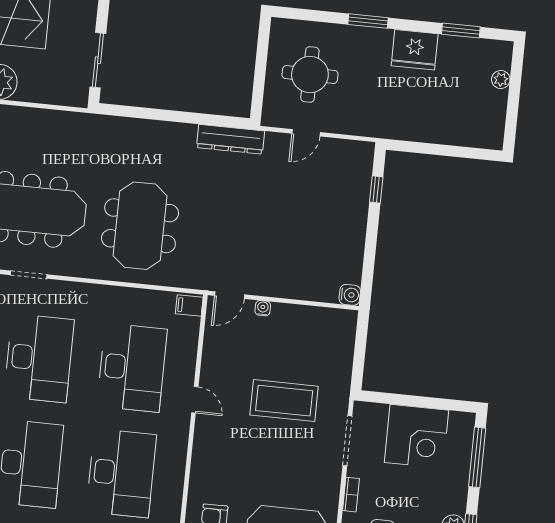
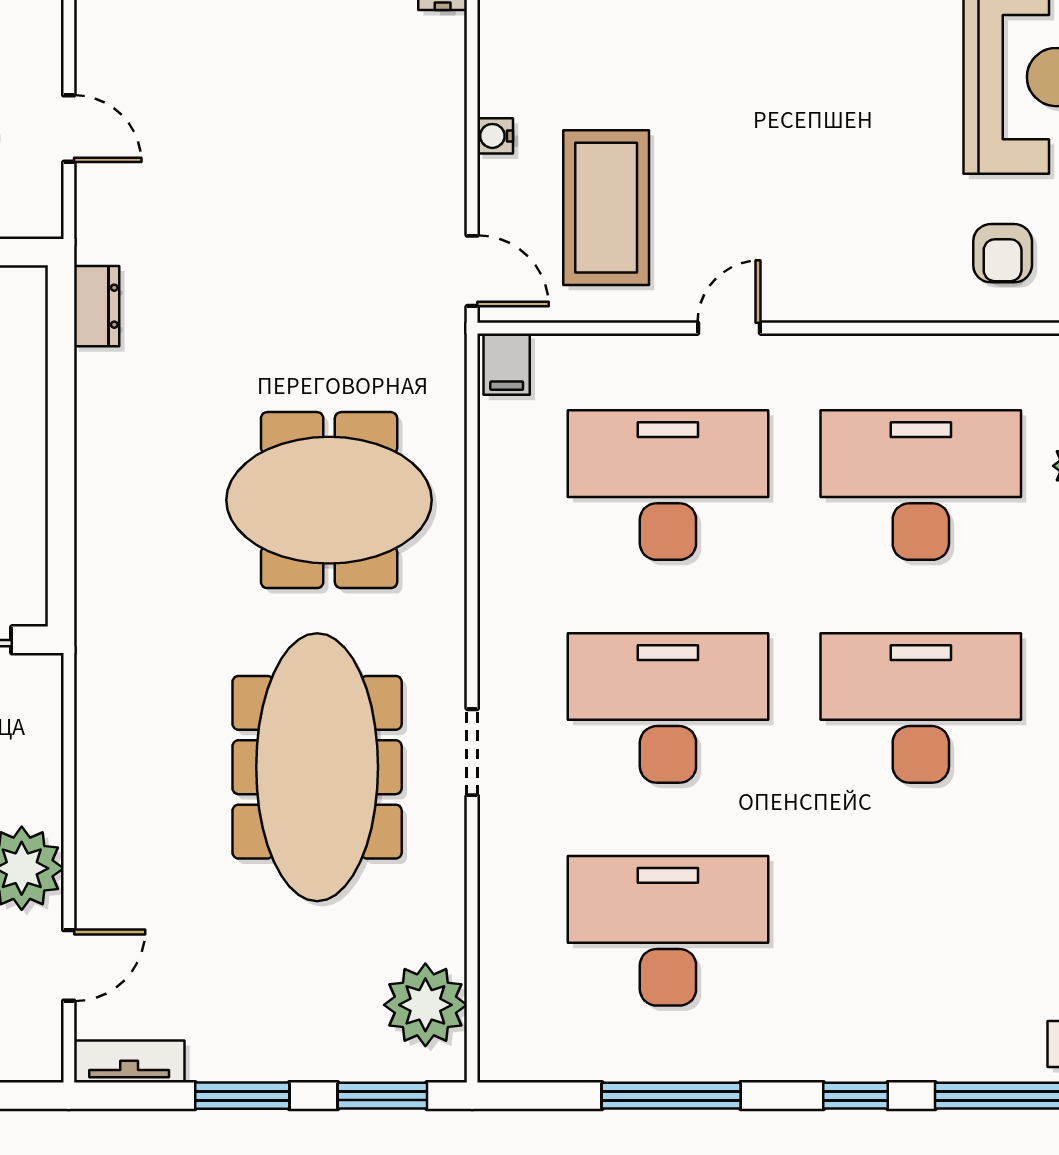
dresser: (231, 139) -> (97, 306), width x0.51, depth x0.80
water cooler: (263, 308) -> (495, 136), moved
coffee table: (284, 401) -> (606, 208), moved

